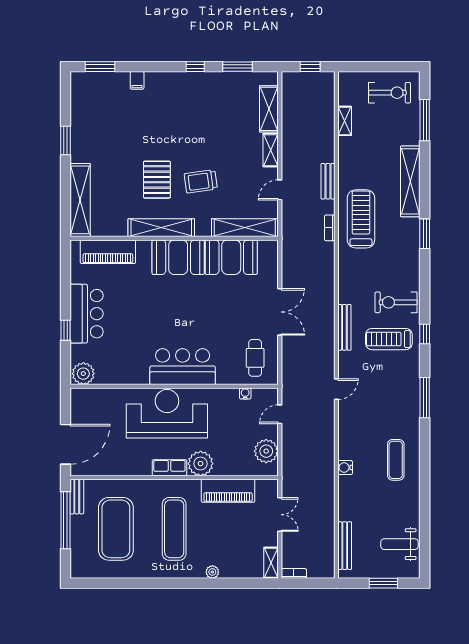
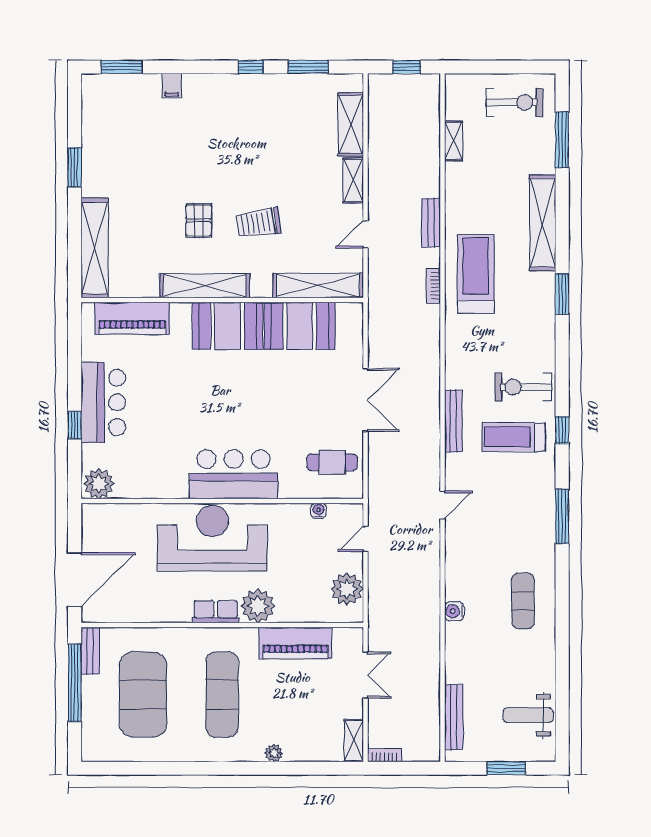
pallet: (157, 180) -> (199, 220), width x0.67, depth x0.71
cafe table: (255, 358) -> (332, 462), turned 90

